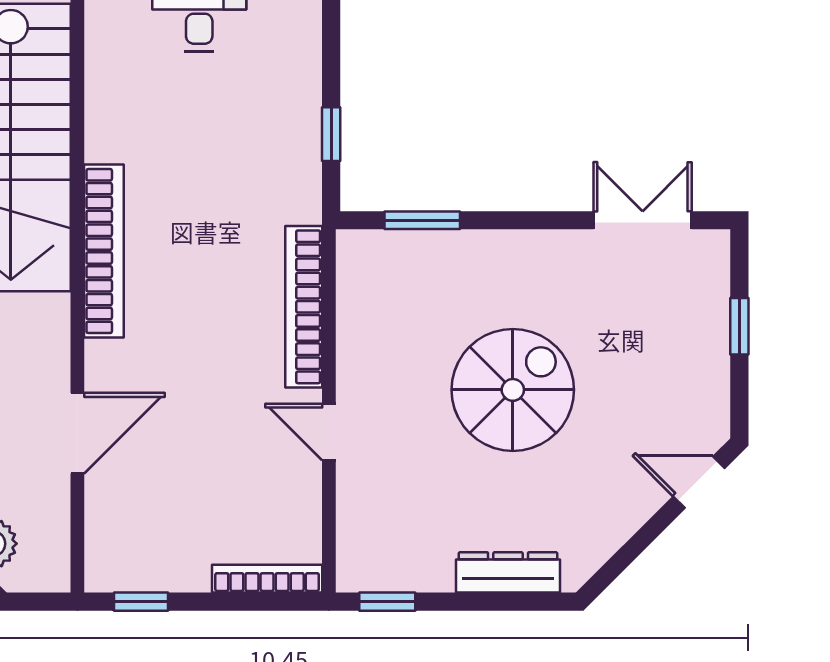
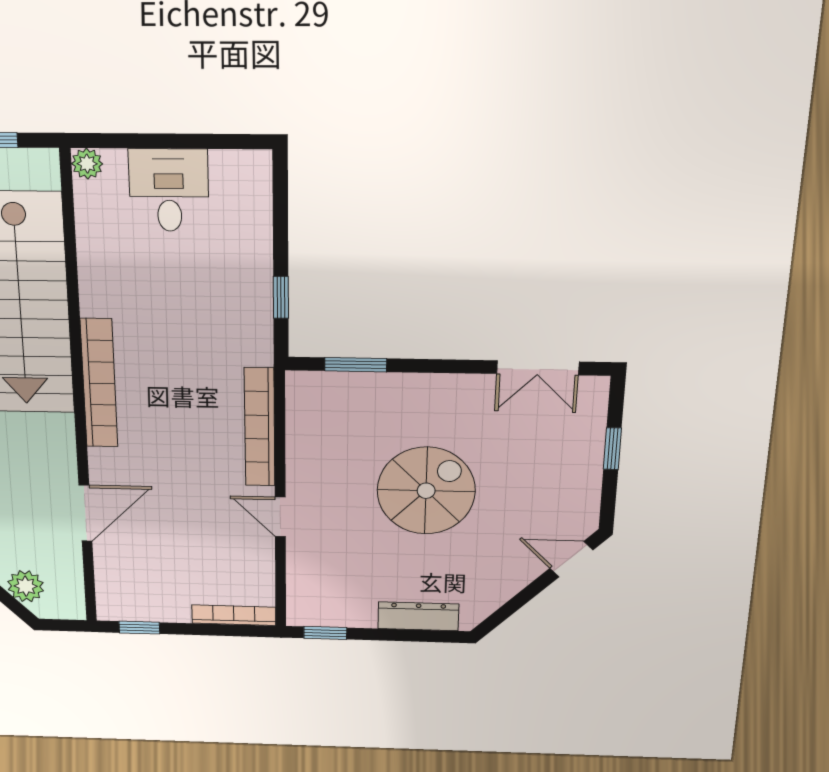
double door: (643, 220) -> (538, 368), swing flipped

